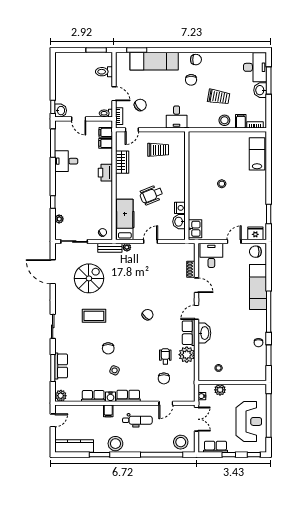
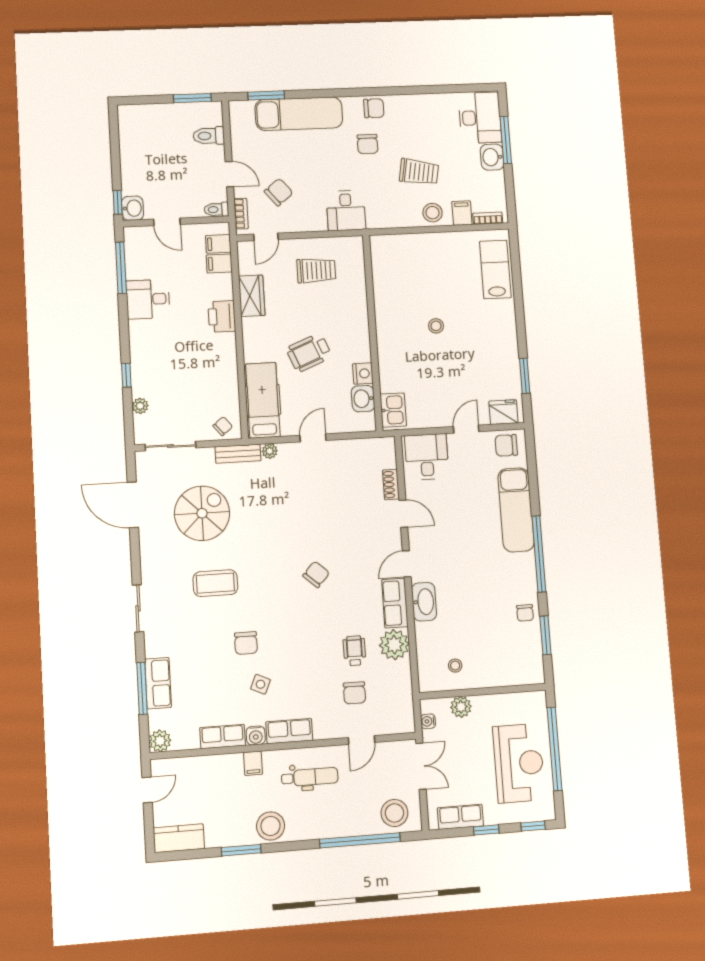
kitchen counter: (74, 446) -> (179, 838), width x0.67

